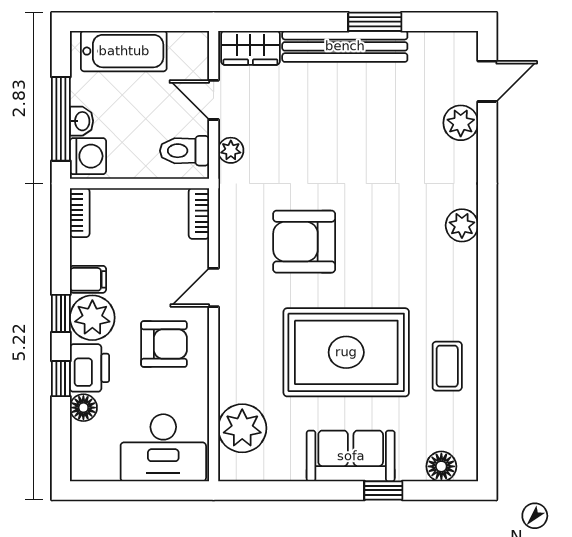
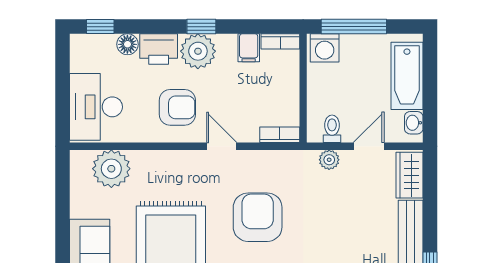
washbasin: (82, 121) -> (414, 123), moved, turned 90
toilet: (184, 151) -> (332, 129), width x0.73, depth x0.72
filing cabinet: (88, 279) -> (249, 48), moved
armchair: (164, 344) -> (177, 107), turned -90
window: (61, 379) -> (100, 27), moved

